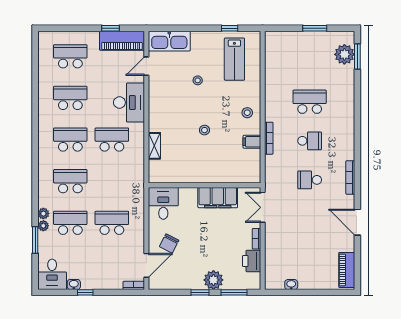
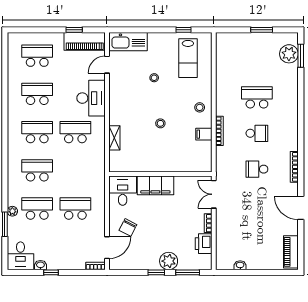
filing cabinet: (218, 198) -> (155, 185), moved
plant: (43, 214) -> (13, 200), removed

